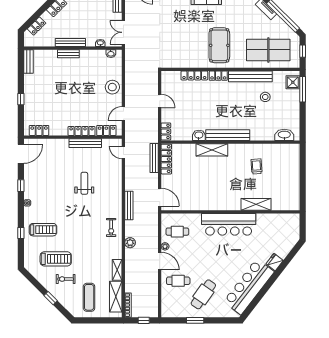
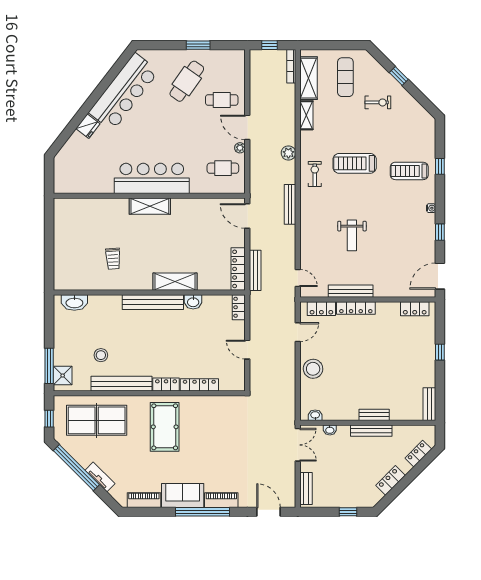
shelving: (256, 204) -> (150, 206), moved
treadmill: (56, 259) -> (355, 163), moved

